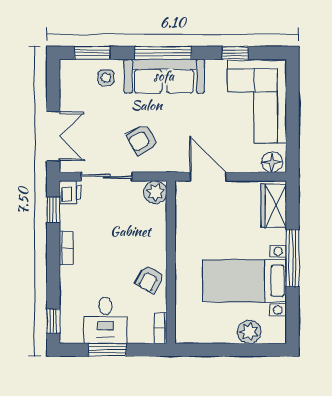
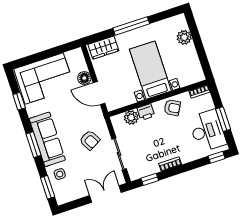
window: (163, 53) -> (33, 145), width x0.69
floor lamp: (272, 162) -> (84, 78), moved
door: (208, 177) -> (99, 93), hinge flipped
printer: (70, 192) -> (146, 112), moved, turned 180
plant: (155, 192) -> (131, 117), moved
bed with nightstands: (245, 281) -> (150, 70), moved, turned 180
desk: (106, 320) -> (207, 131), width x1.37

